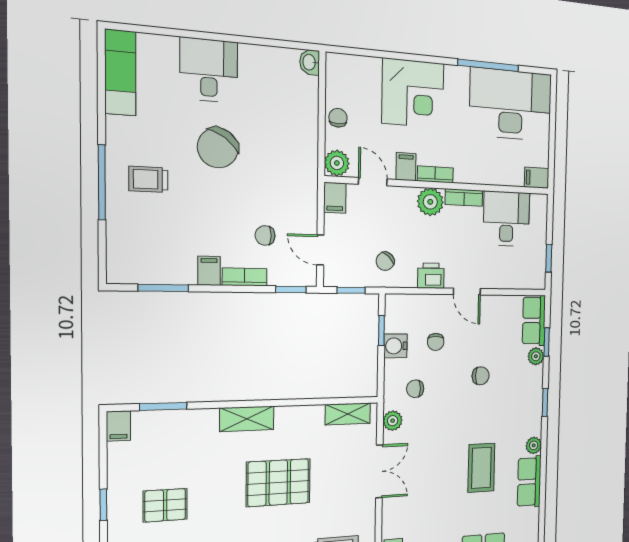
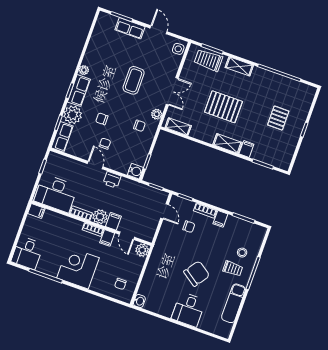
exam couch: (120, 73) -> (234, 303), moved
corner desk: (413, 93) -> (78, 268), moved
desk: (511, 104) -> (27, 253), width x0.53, depth x0.77
chair: (338, 118) -> (120, 284), moved
filing cabinet: (335, 198) -> (113, 221), moved
stool: (141, 218) -> (242, 253), added
desk: (506, 219) -> (56, 193), width x1.37
chair: (385, 261) -> (134, 195), removed
chair: (436, 342) -> (105, 144), moved
water cooler: (396, 346) -> (135, 171), moved
plant: (536, 356) -> (73, 115), width x1.88, depth x1.88
filing cabinet: (118, 426) -> (246, 149), moved
coffee table: (481, 468) -> (134, 80), moved
double door: (379, 471) -> (172, 91), swing flipped
row of seats: (529, 482) -> (79, 91), moved
pallet: (165, 505) -> (278, 118), turned 90

